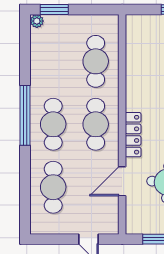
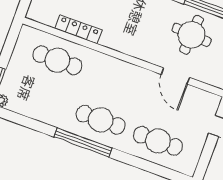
cafe table: (96, 124) -> (115, 81), removed
locker: (133, 135) -> (78, 29), moved

